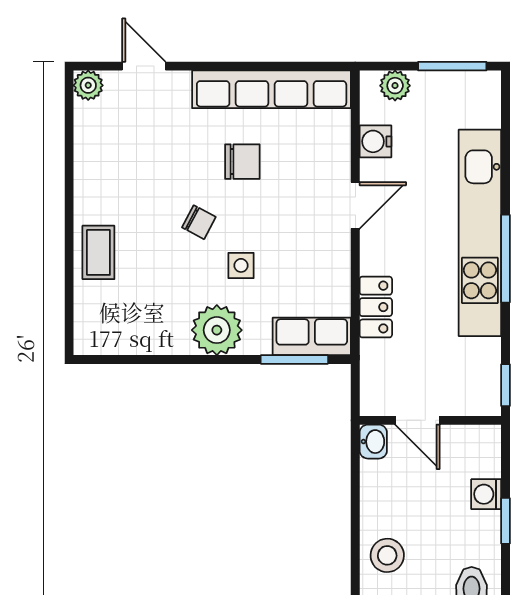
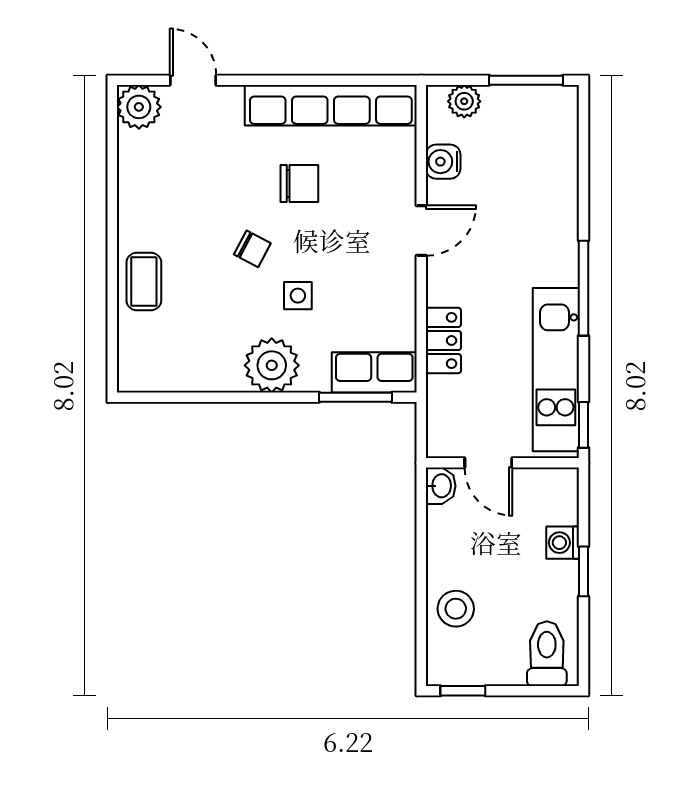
plant: (88, 85) -> (139, 107), width x1.38, depth x1.38
kitchen unit: (480, 233) -> (556, 370), moved, width x0.73

